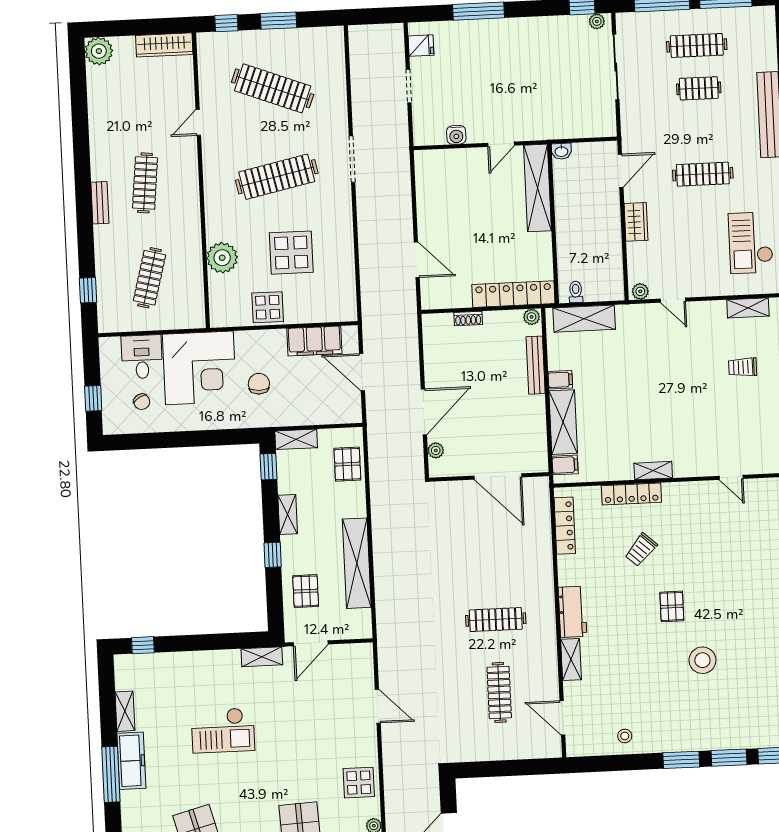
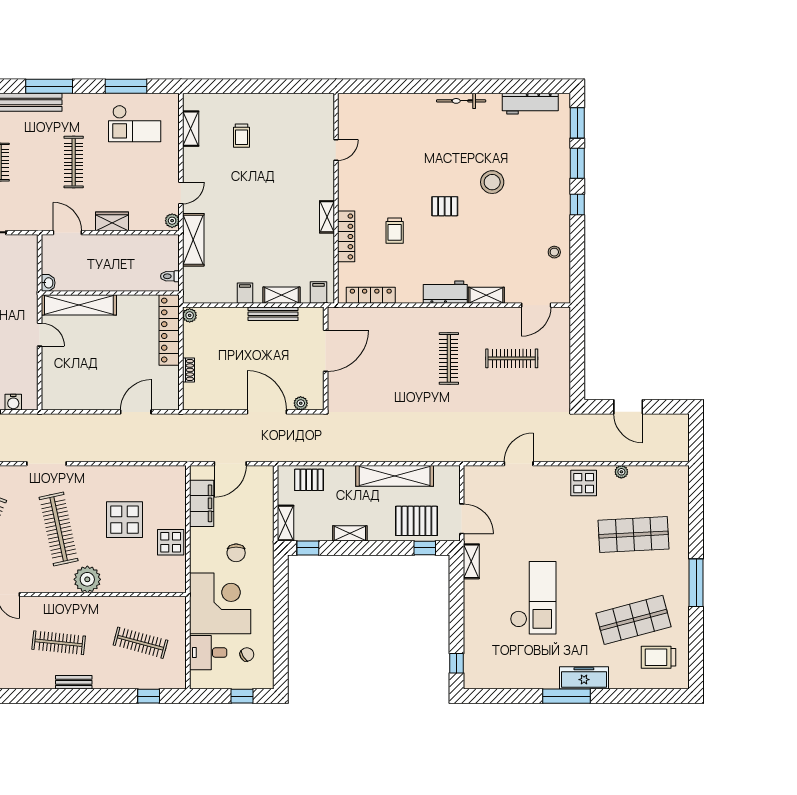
water cooler: (456, 135) -> (13, 402), moved, turned 90
plant: (222, 258) -> (87, 579), moved
shelving: (584, 319) -> (193, 240), moved
bench: (536, 365) -> (273, 314), moved
chair: (259, 384) -> (236, 553), turned -90
shelving: (563, 422) -> (281, 295), width x0.67, depth x0.75
trolley: (641, 550) -> (395, 231), turned 48
window: (273, 555) -> (425, 548), moved
pallet: (306, 591) -> (417, 521), width x1.50, depth x1.42
shelving: (125, 711) -> (513, 682), removed
checkout: (223, 730) -> (533, 598), width x1.36, depth x1.21
window: (681, 760) -> (577, 204), width x0.67
freezer: (131, 761) -> (584, 678), moved

